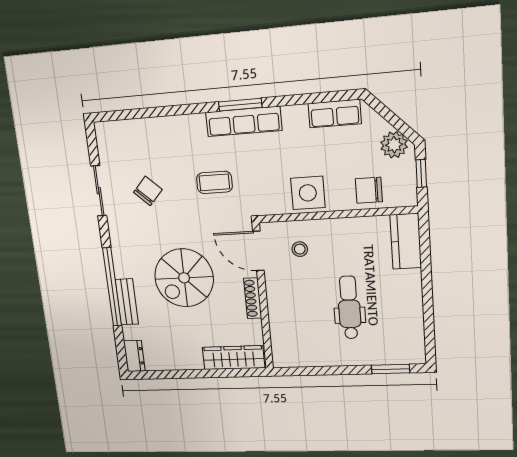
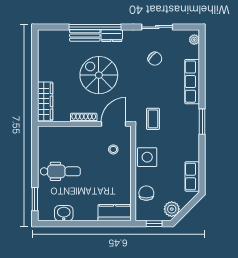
row of seats: (244, 121) -> (192, 82), moved
plant: (110, 129) -> (194, 40), added
coffee table: (214, 182) -> (153, 119), moved
dental chair: (349, 308) -> (60, 171), moved
washbasin: (411, 323) -> (64, 213), added
dresser: (134, 356) -> (112, 36), moved

